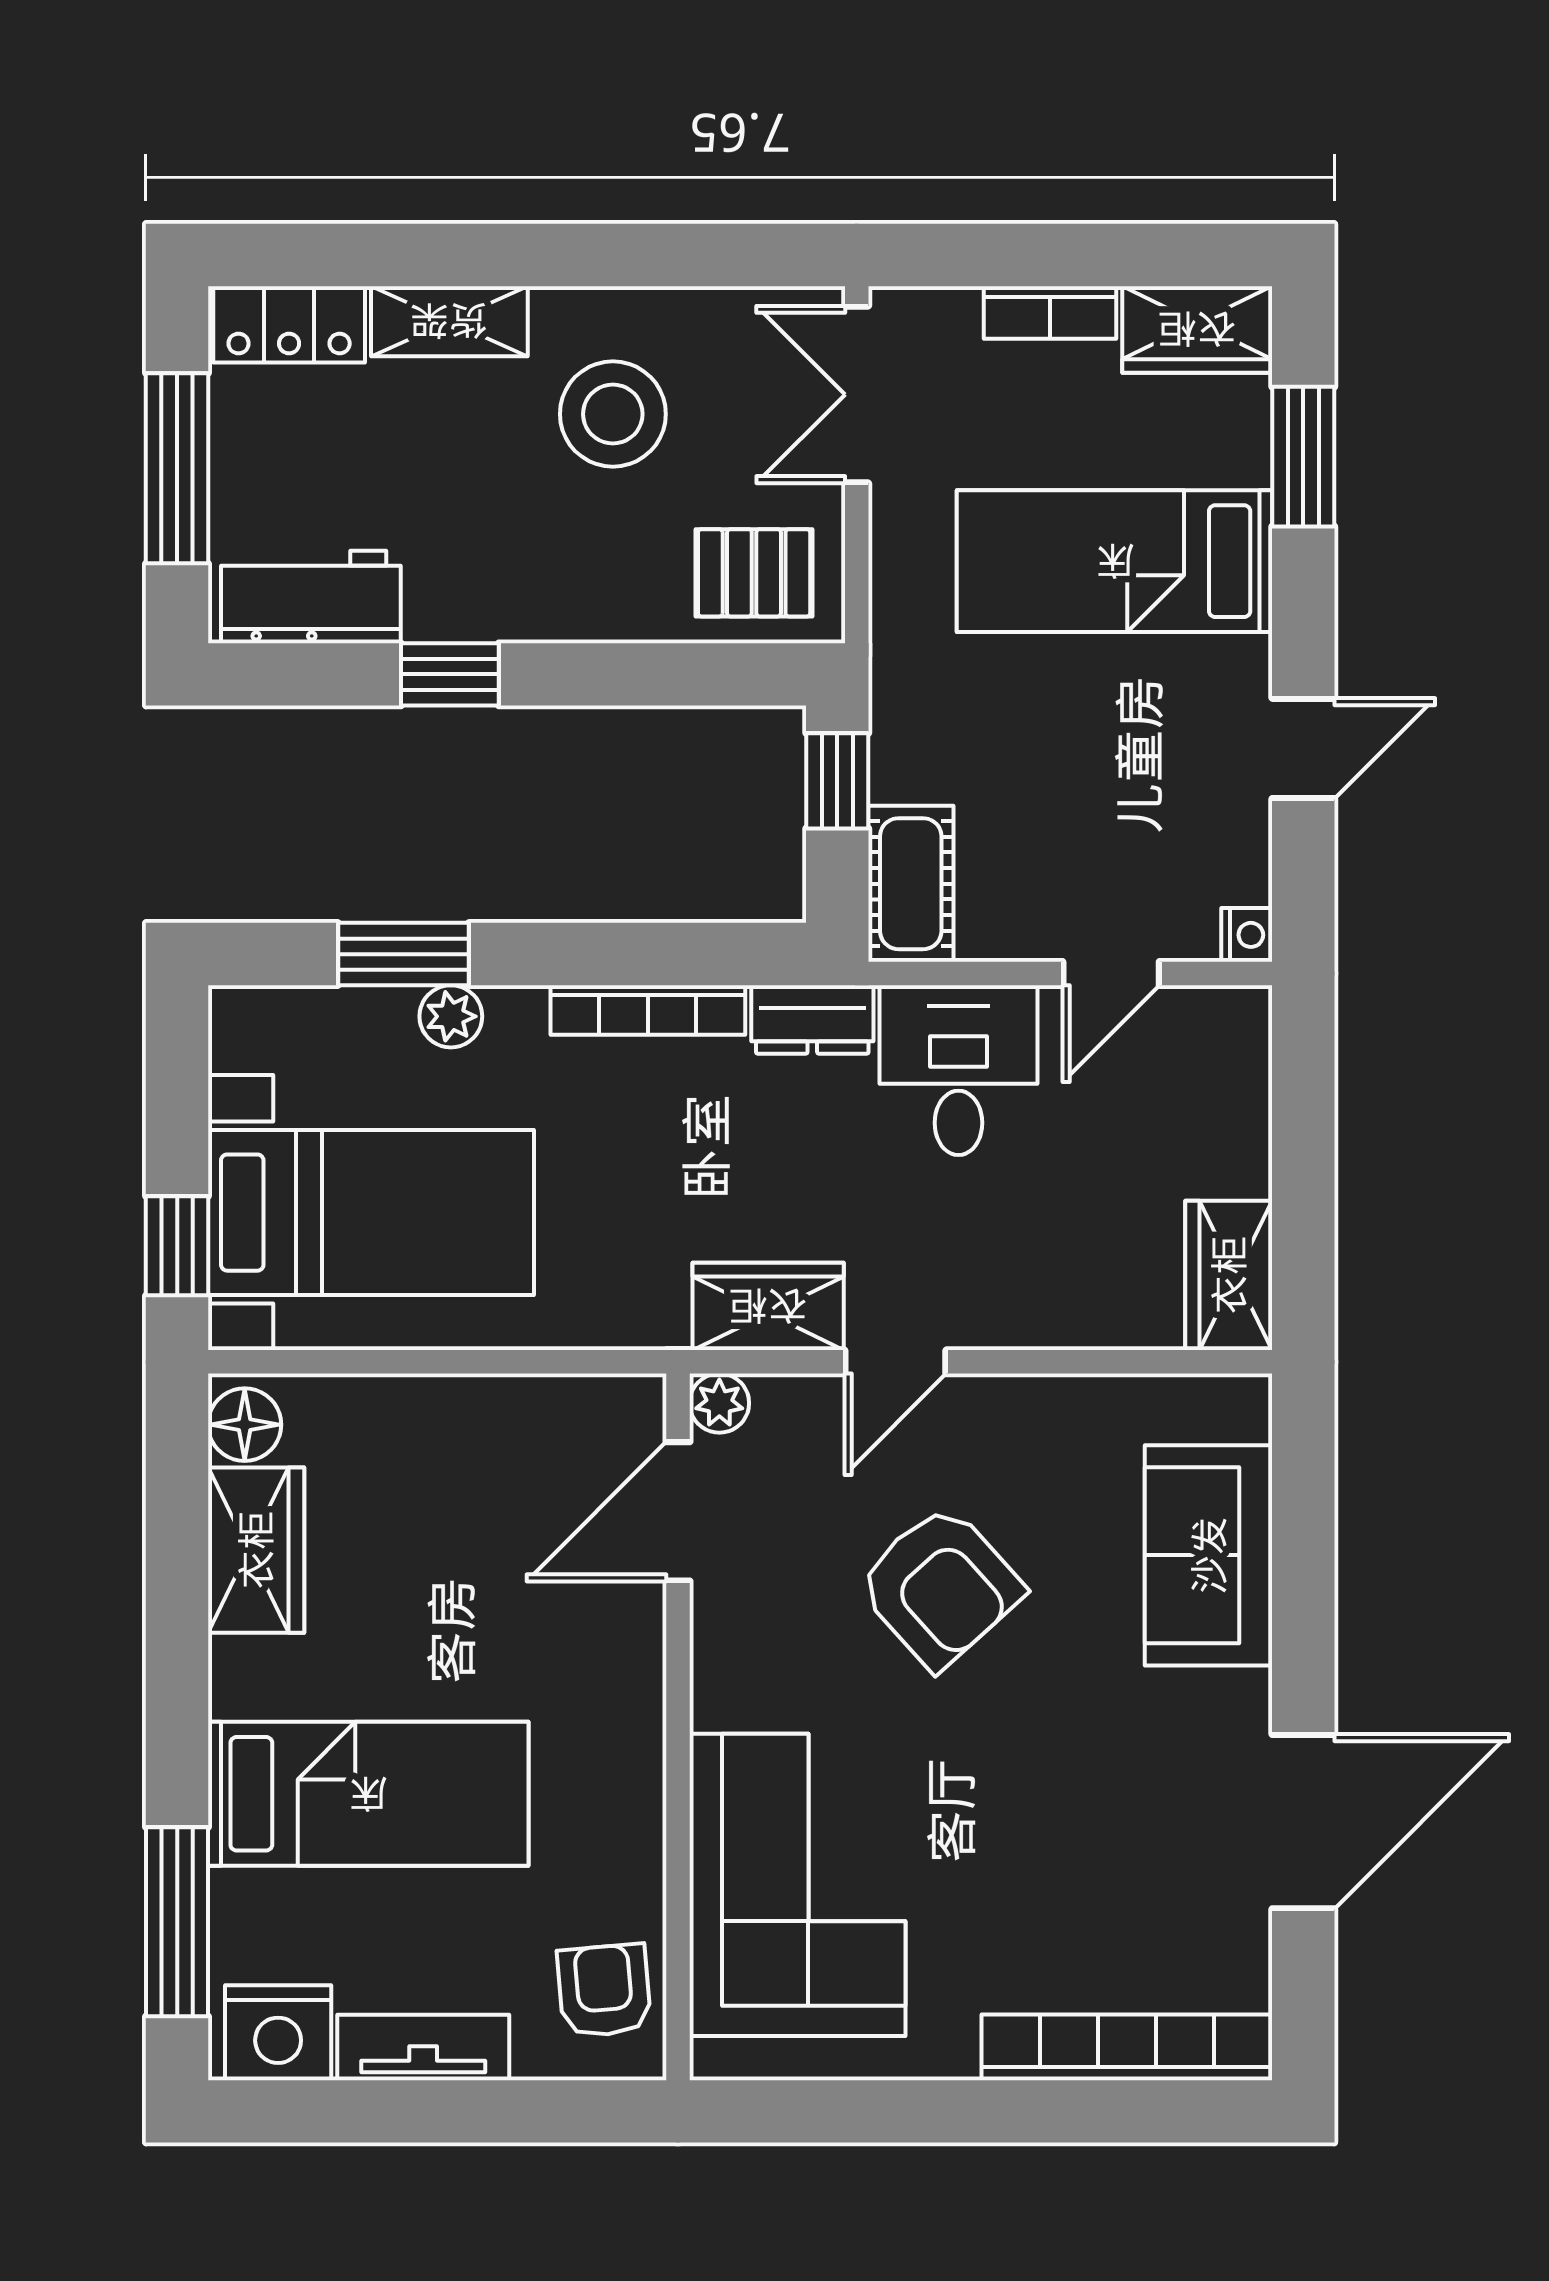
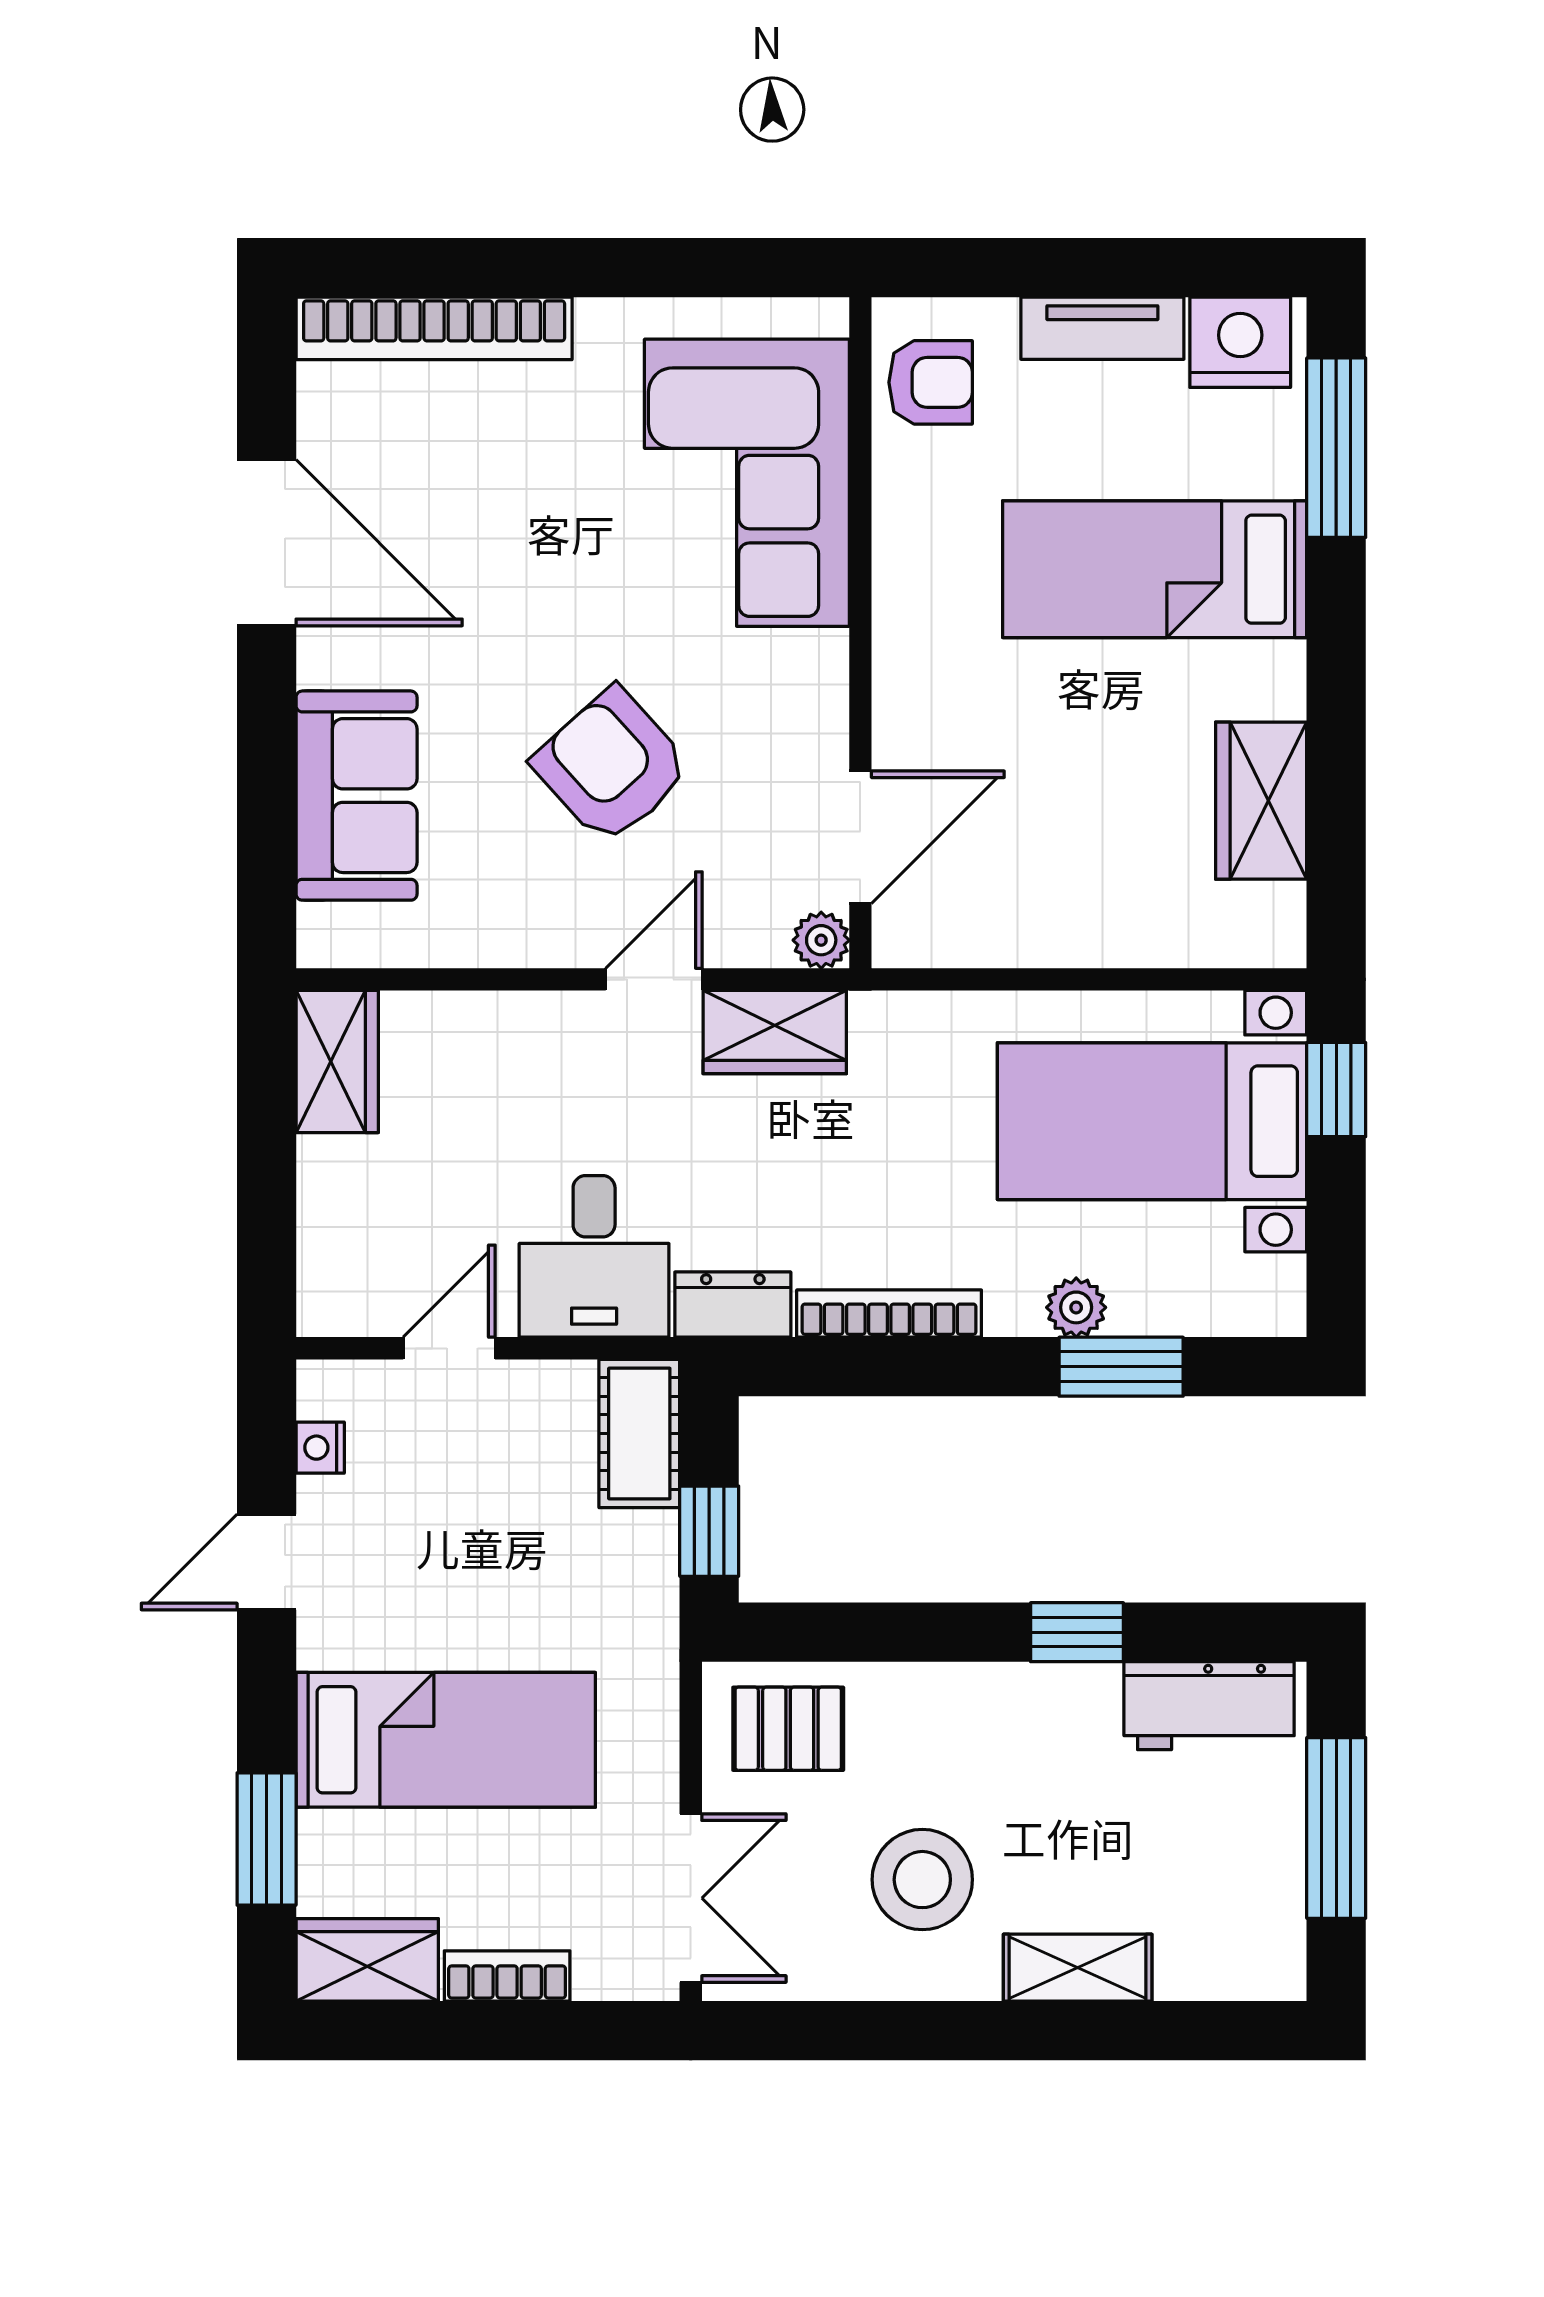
locker: (289, 324) -> (1230, 1965), removed
nightstand: (1247, 935) -> (320, 1448), moved
floor lamp: (245, 1425) -> (1272, 920), removed
door: (1303, 1822) -> (267, 543), swing flipped
armchair: (604, 1991) -> (931, 382), turned -85

